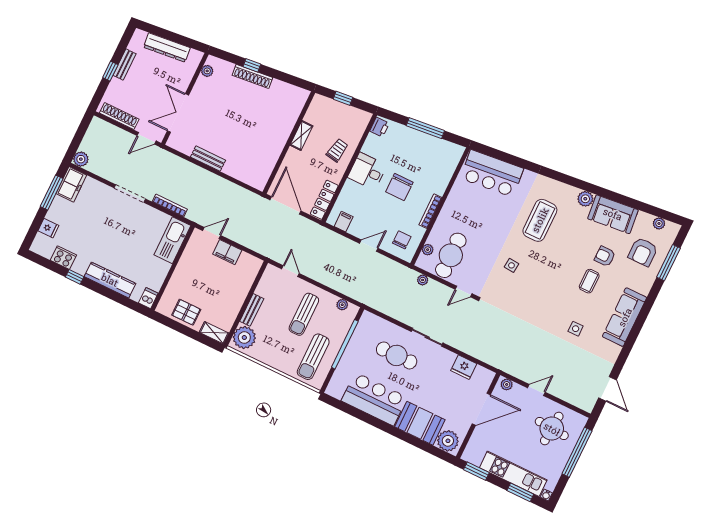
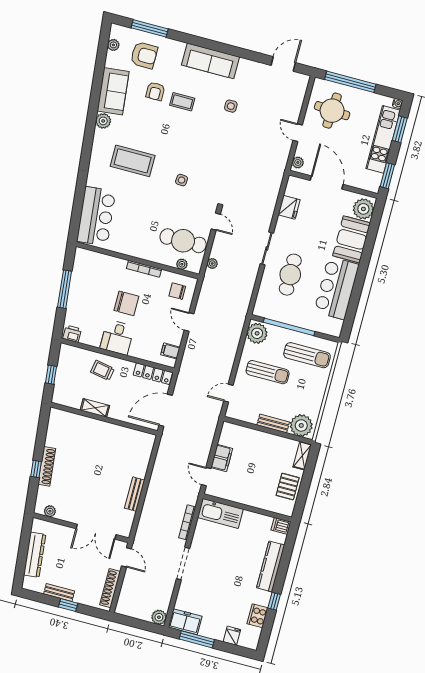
plant: (342, 305) -> (257, 333), width x1.88, depth x1.88

